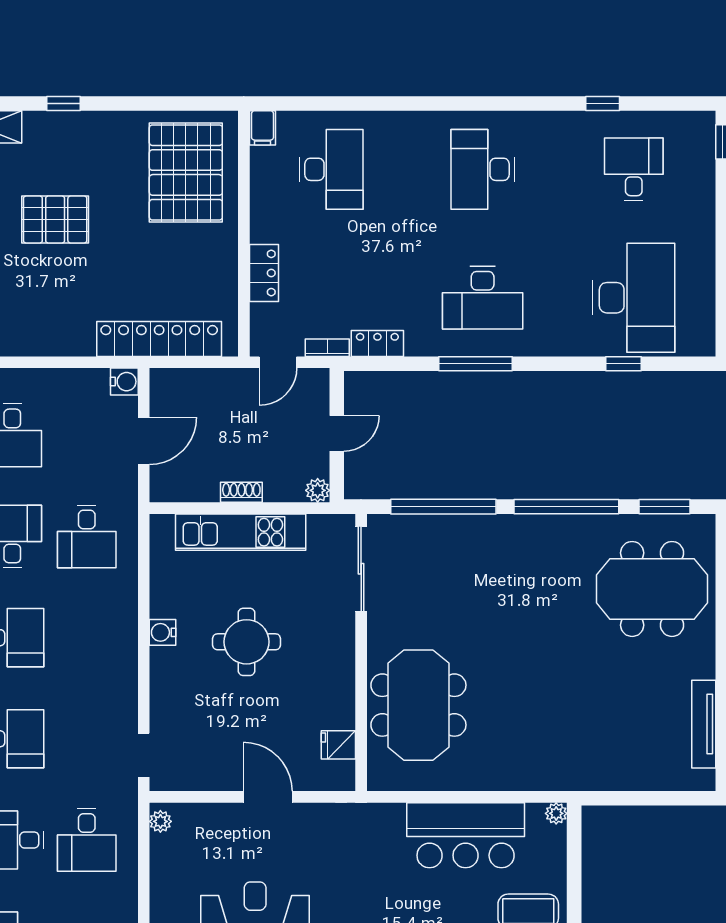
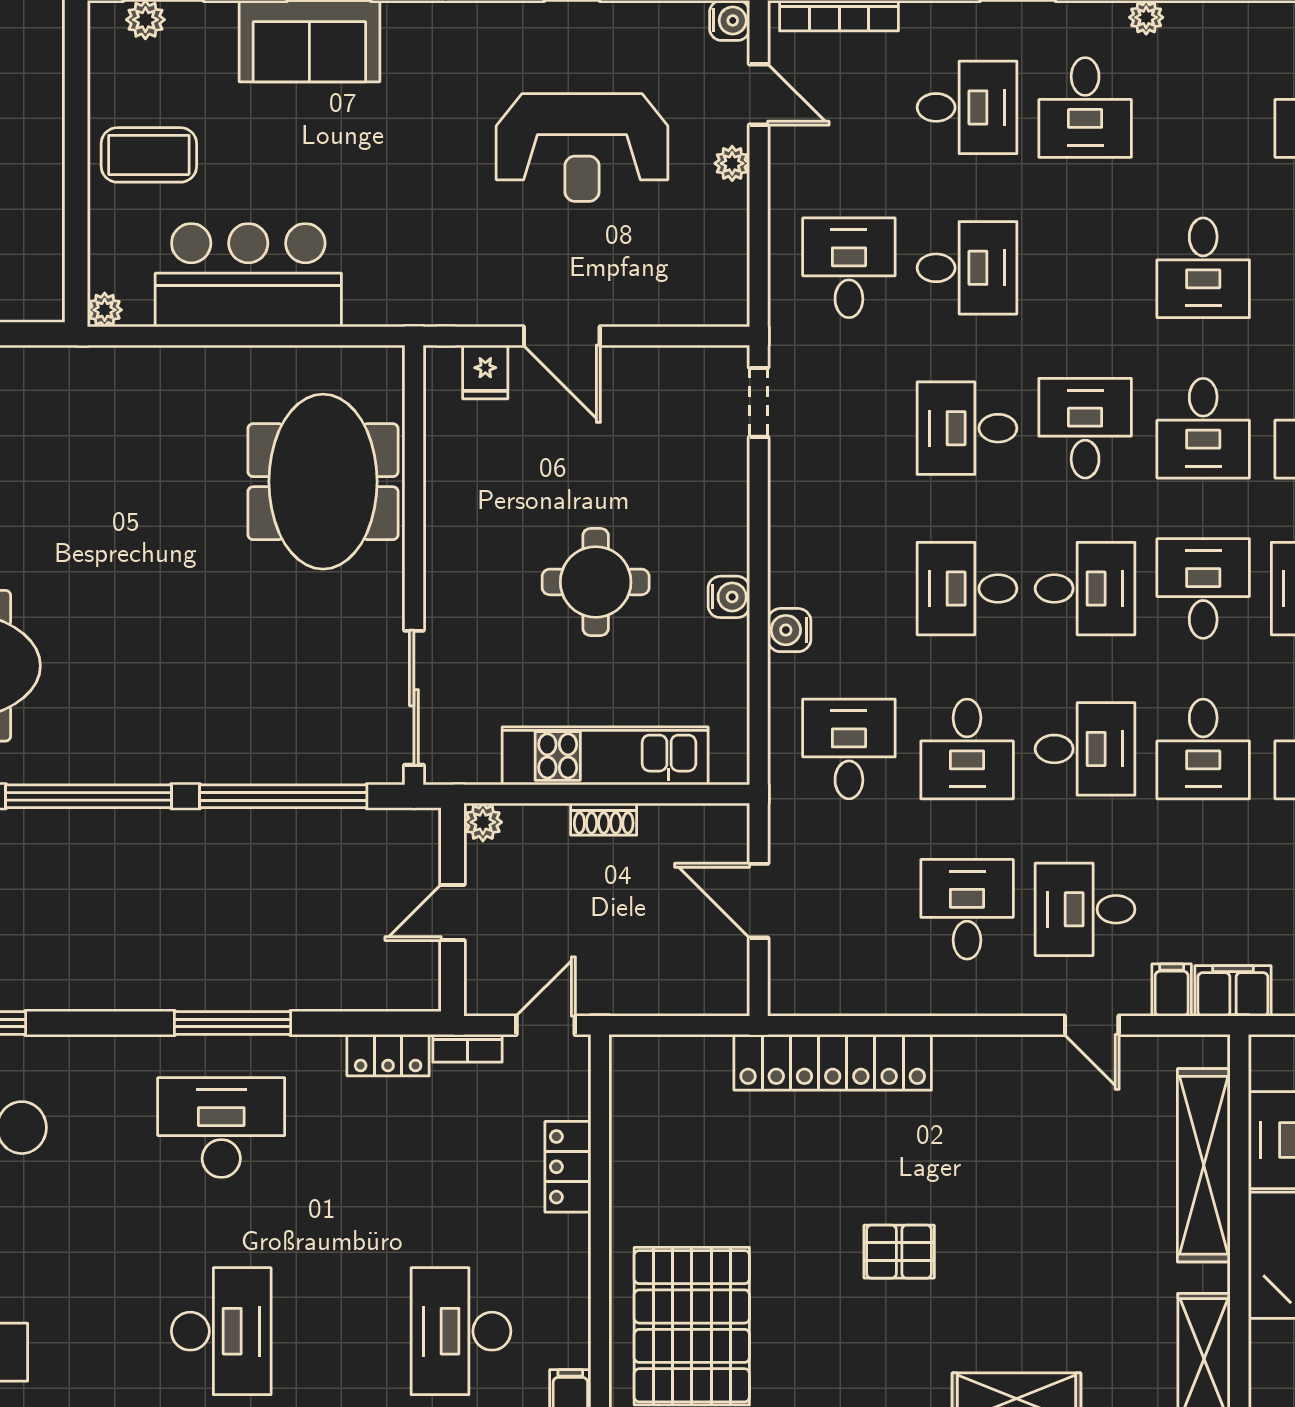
pallet: (55, 220) -> (899, 1252), width x0.67, depth x0.71
locker: (159, 339) -> (833, 1062), moved
water cooler: (124, 382) -> (789, 630), moved
door: (144, 441) -> (759, 901), hinge flipped
fridge: (338, 745) -> (485, 372), moved, turned 90
plant: (160, 821) -> (732, 163), moved

